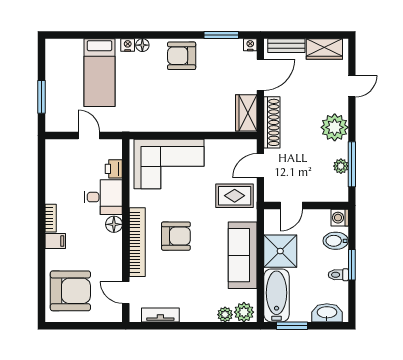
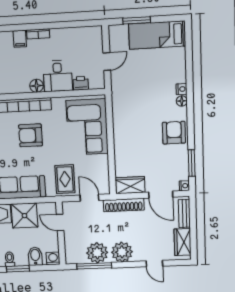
bed: (99, 73) -> (157, 35), moved
plant: (341, 166) -> (97, 253), width x1.88, depth x1.88
armchair: (176, 236) -> (31, 135), turned 90

